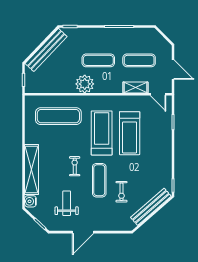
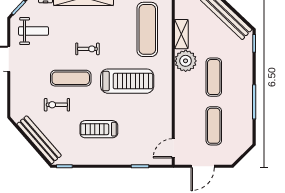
shelving: (135, 88) -> (181, 34), moved
treadmill: (130, 133) -> (99, 129), moved, width x0.73, depth x0.73
weight bench: (67, 203) -> (33, 31), moved

